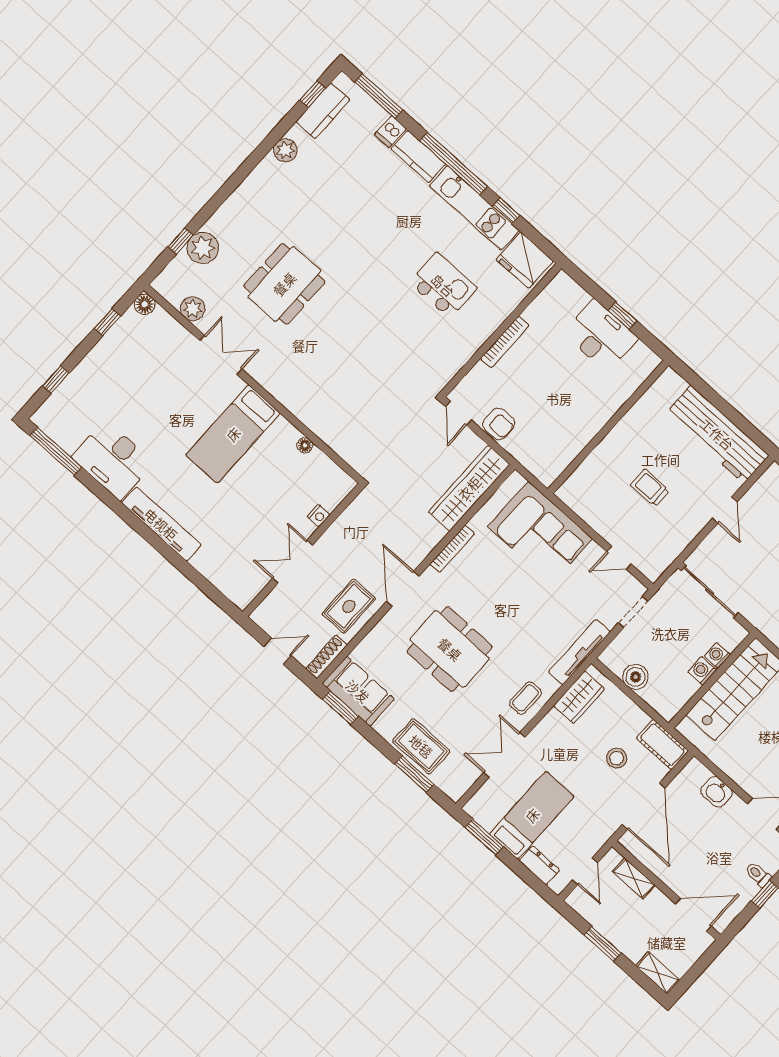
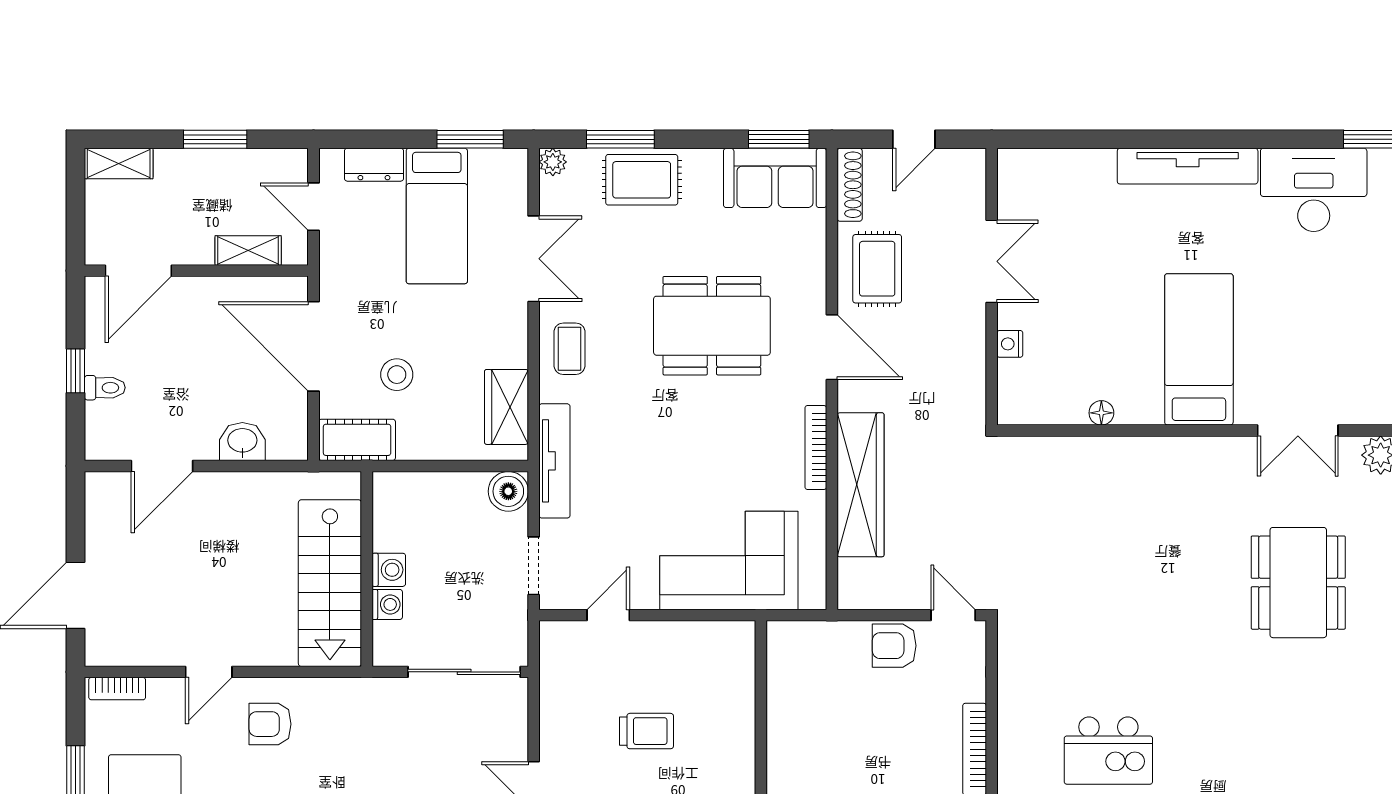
wardrobe: (469, 488) -> (861, 485), moved
boiler: (636, 677) -> (508, 491), moved
plant: (455, 792) -> (553, 162), added

